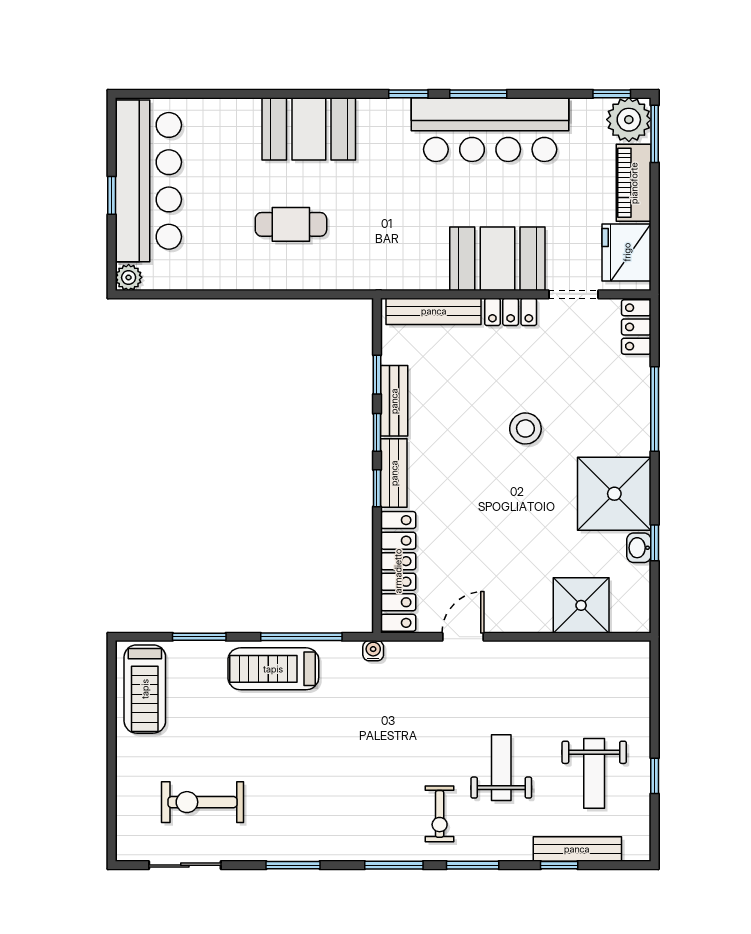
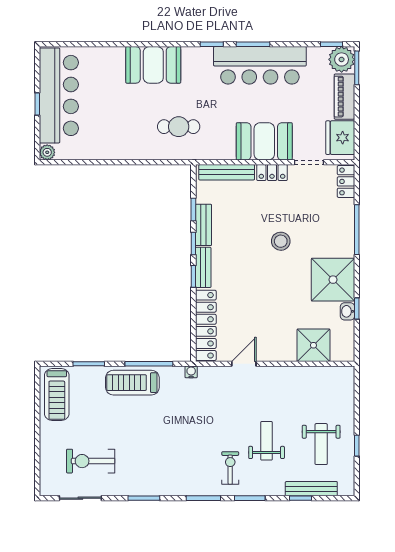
cafe table: (291, 224) -> (179, 127), moved
exercise bike: (440, 814) -> (230, 468), turned 180

